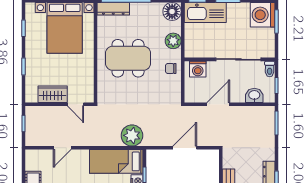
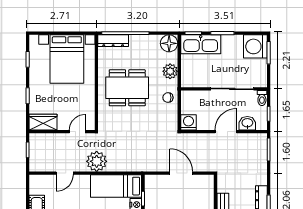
washing machine: (198, 69) -> (188, 122), moved, turned 180
wardrobe: (53, 94) -> (43, 122), moved
door: (76, 104) -> (77, 132), swing flipped
door: (218, 104) -> (226, 132), moved
plant: (132, 135) -> (97, 161), moved
door: (185, 148) -> (181, 173), hinge flipped

